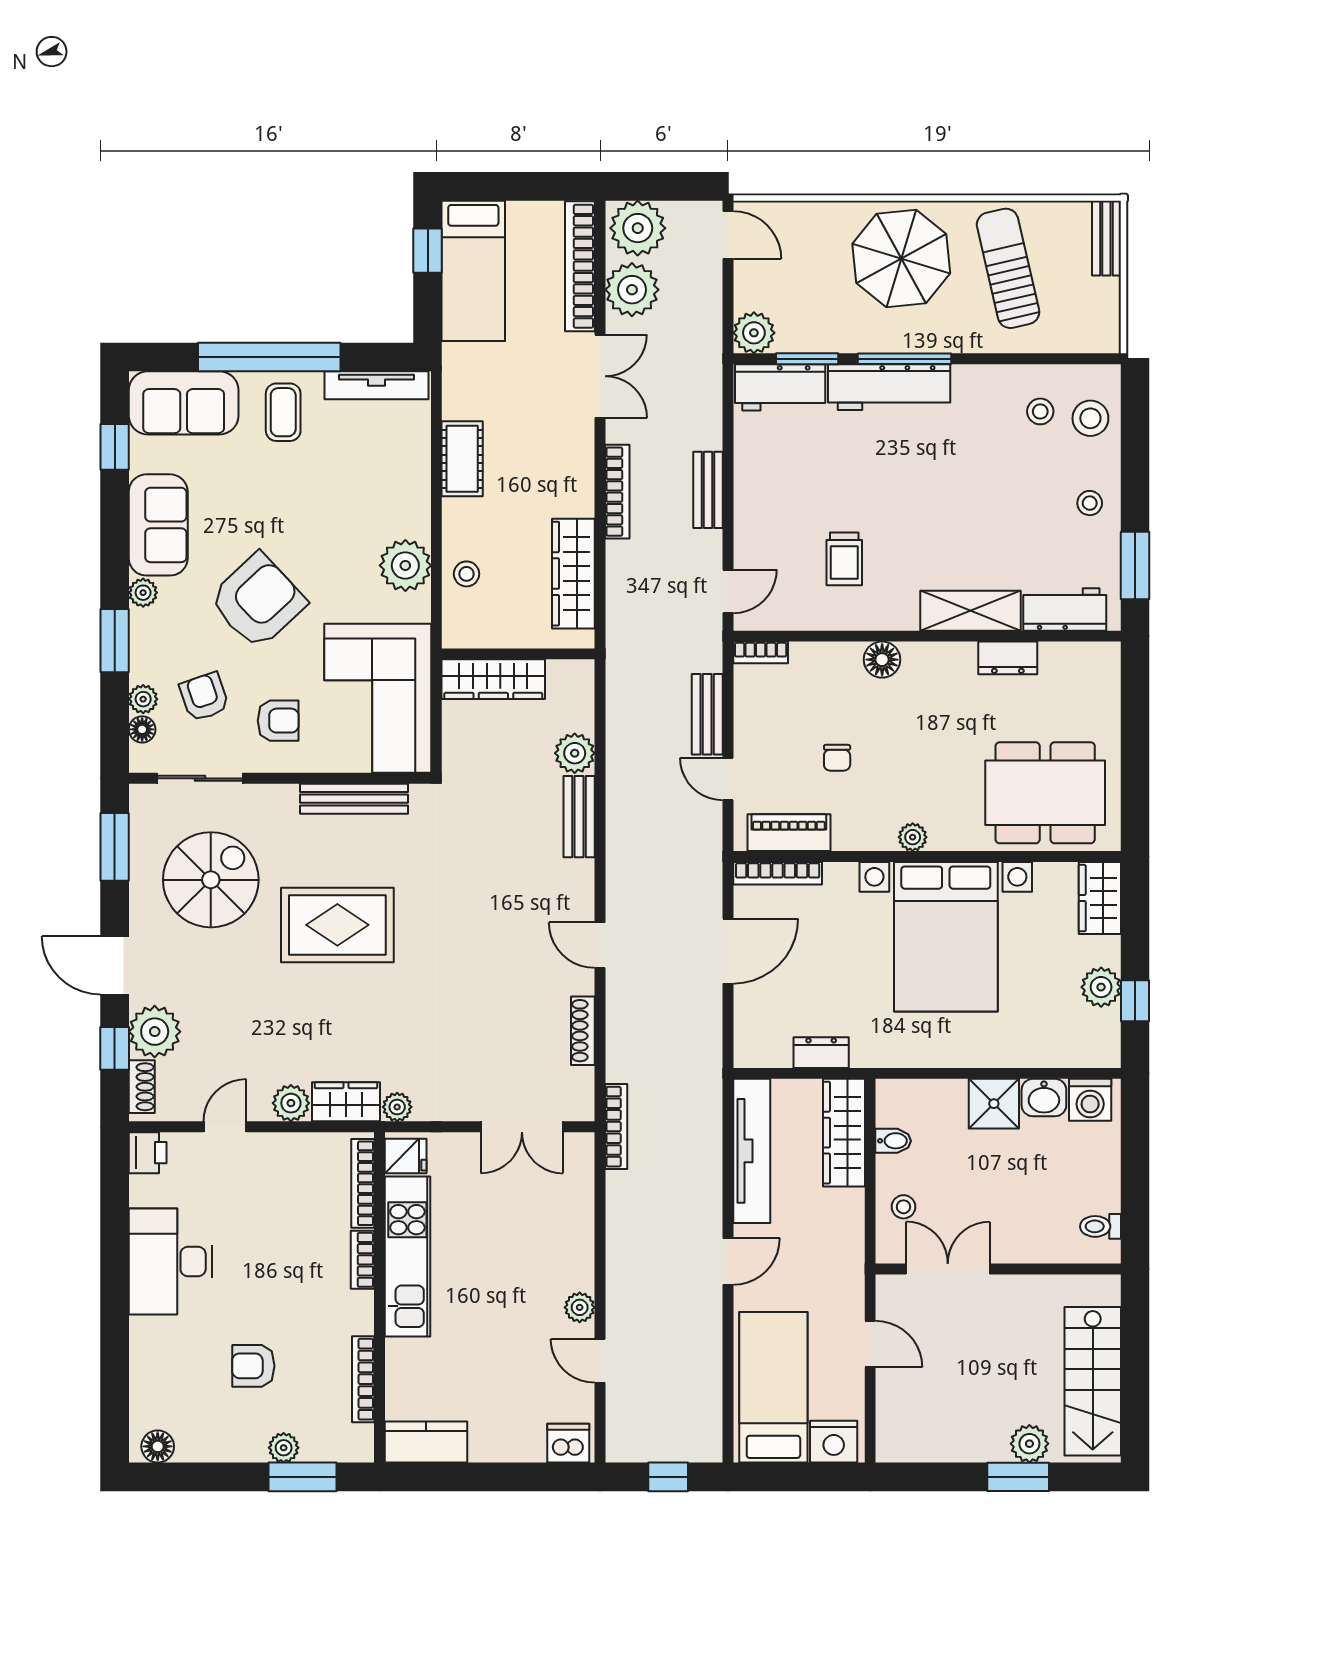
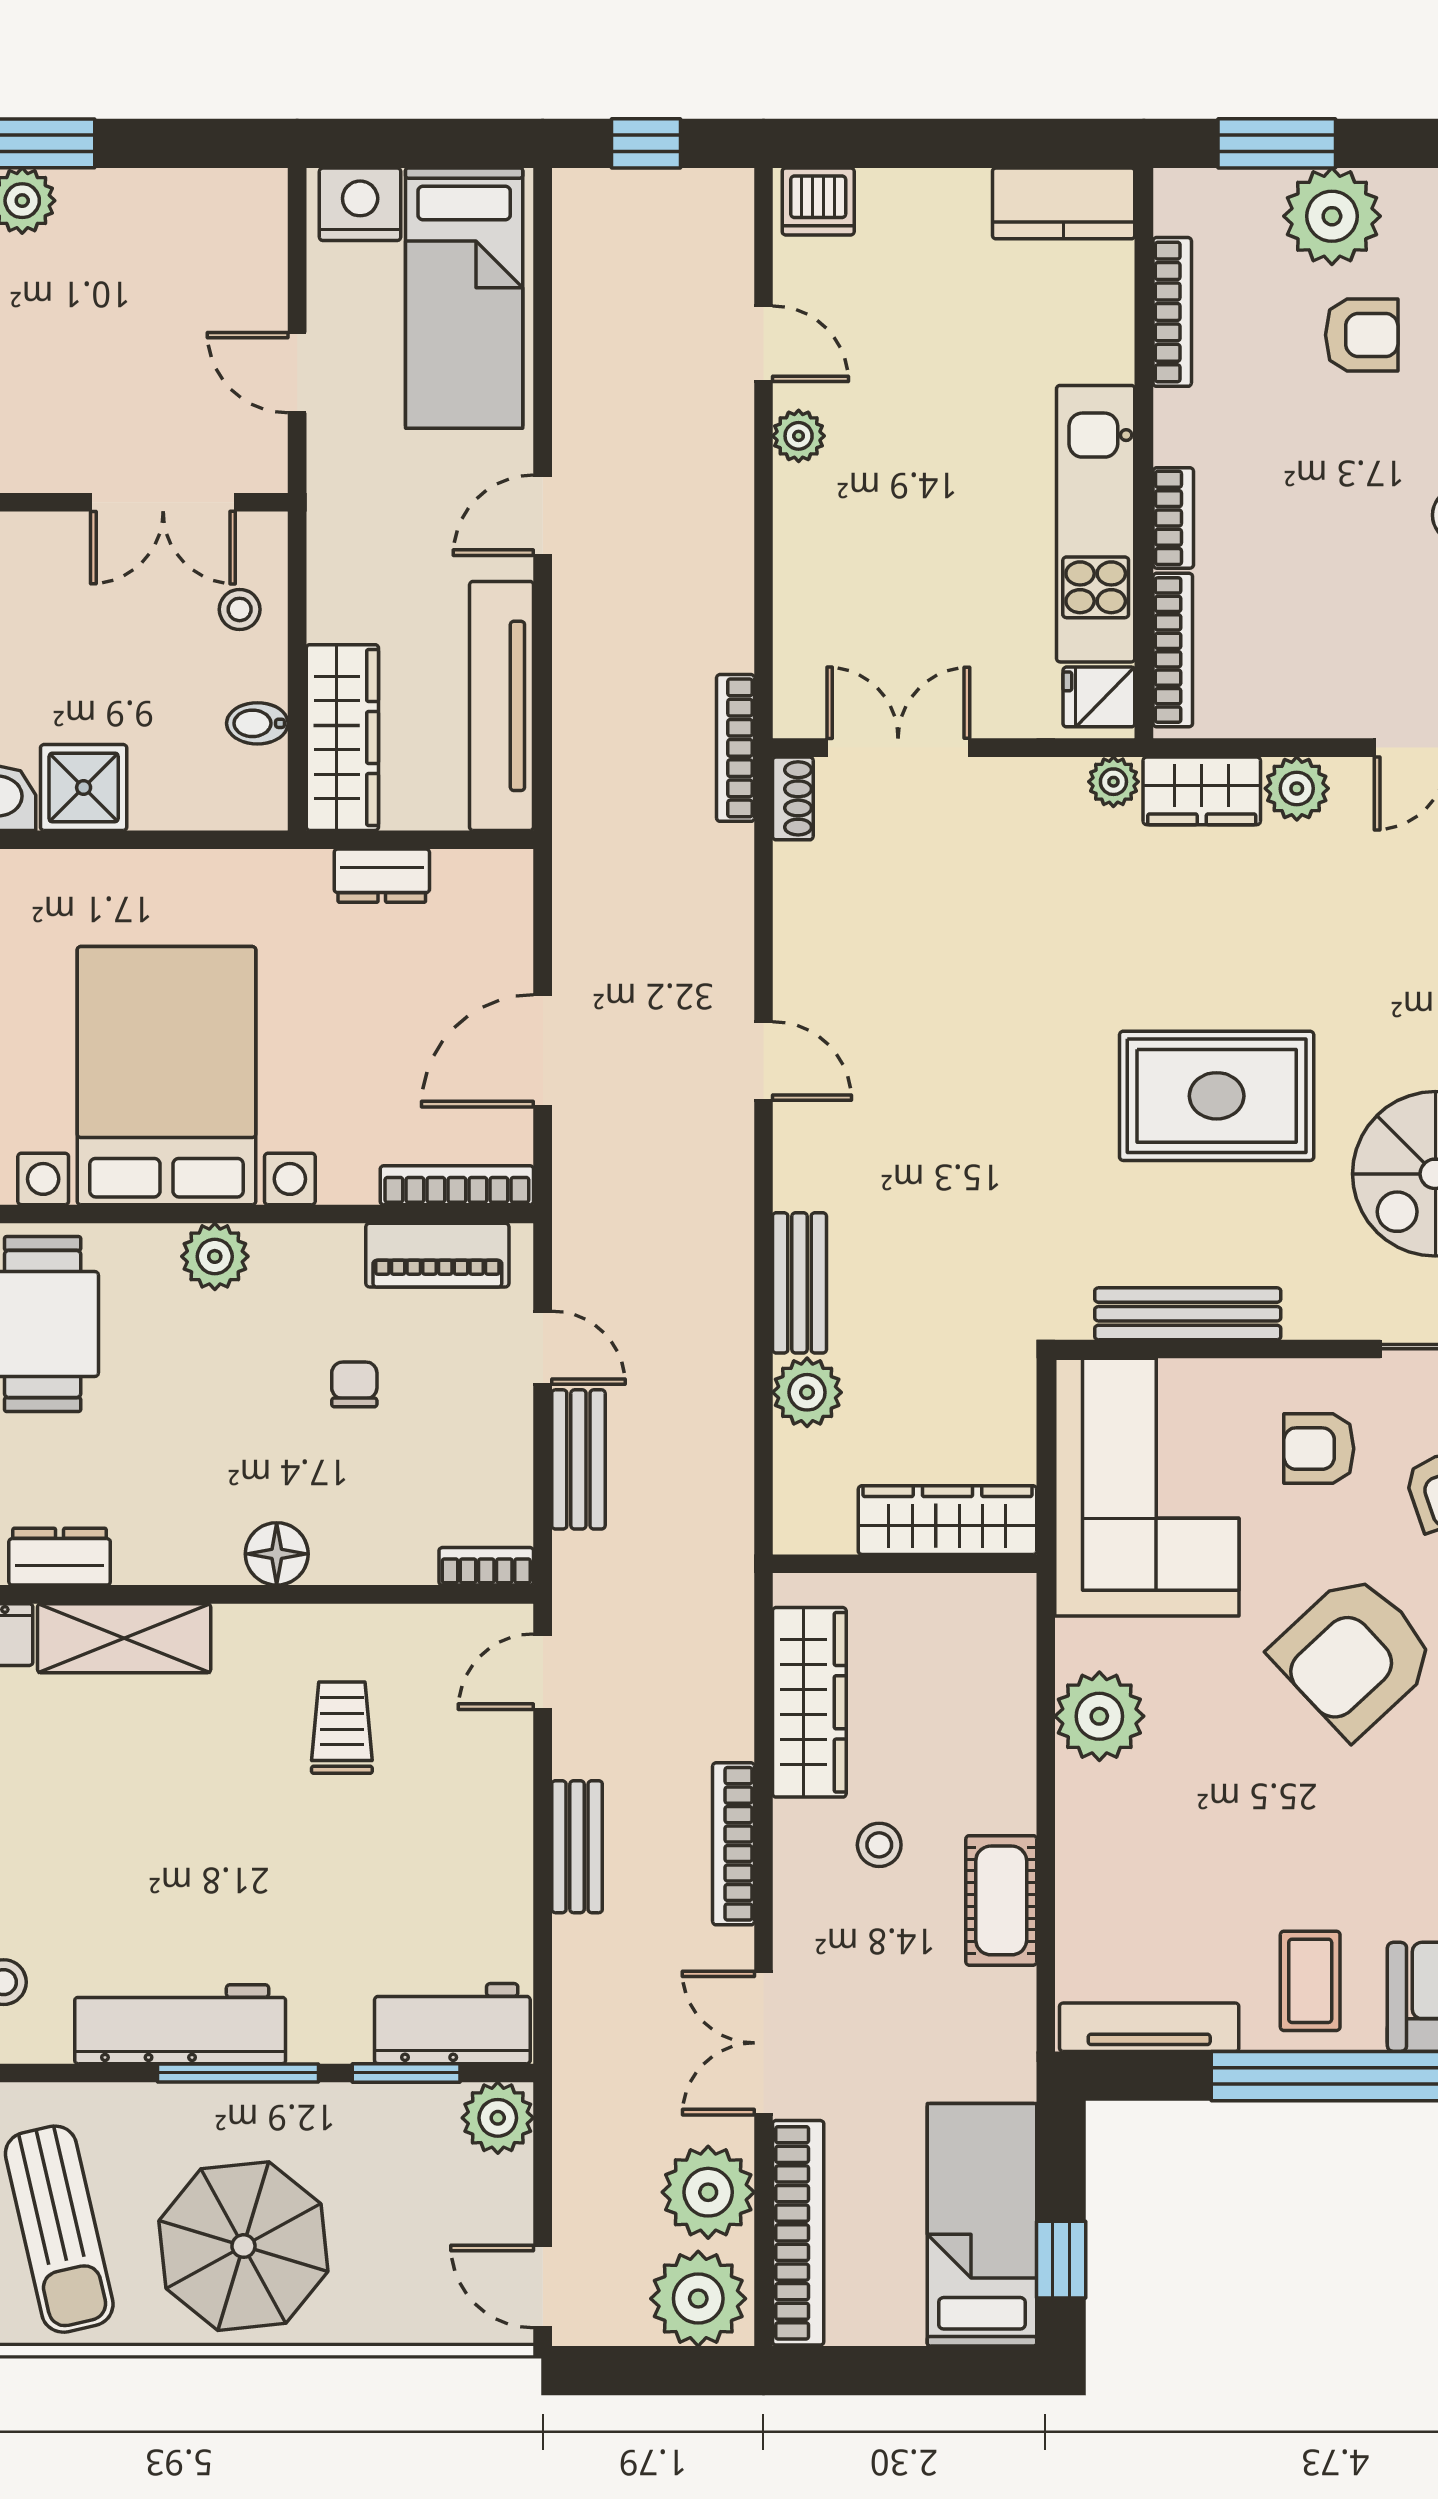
workbench: (889, 387) -> (180, 2024), moved
stool: (467, 574) -> (879, 1845), moved
plant: (913, 837) -> (215, 1256), width x1.38, depth x1.38
shoe rack: (583, 1031) -> (793, 798), moved, width x0.70
plant: (284, 1448) -> (1332, 216), width x1.88, depth x1.88

